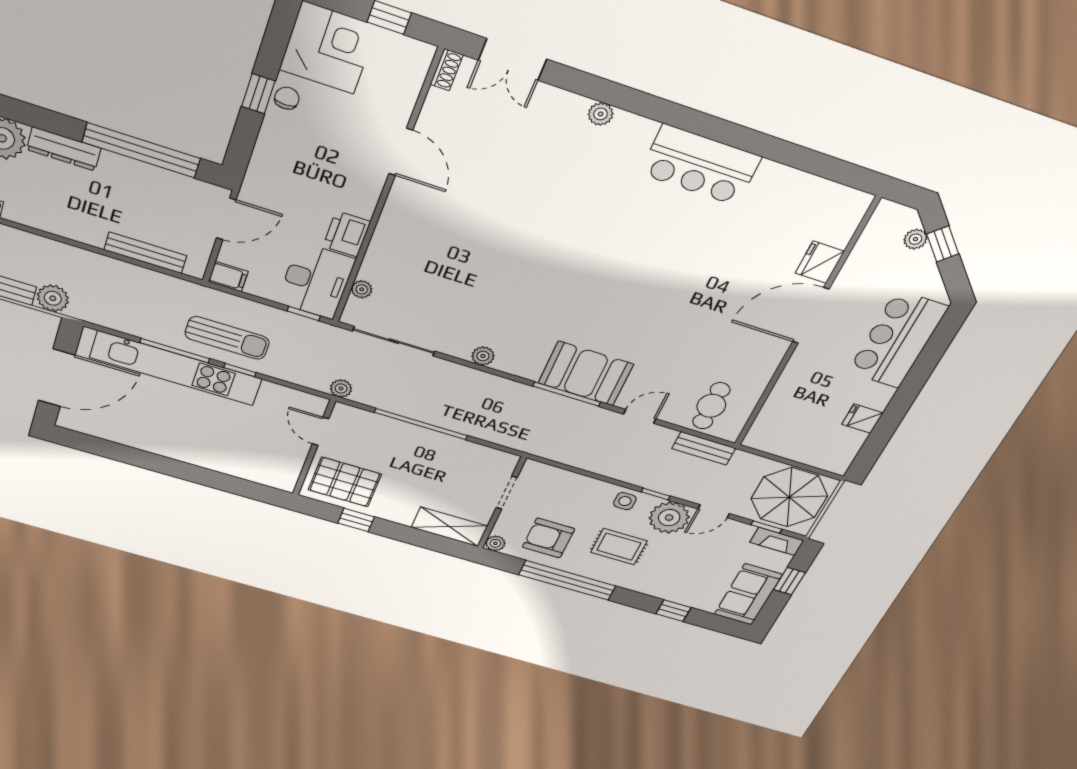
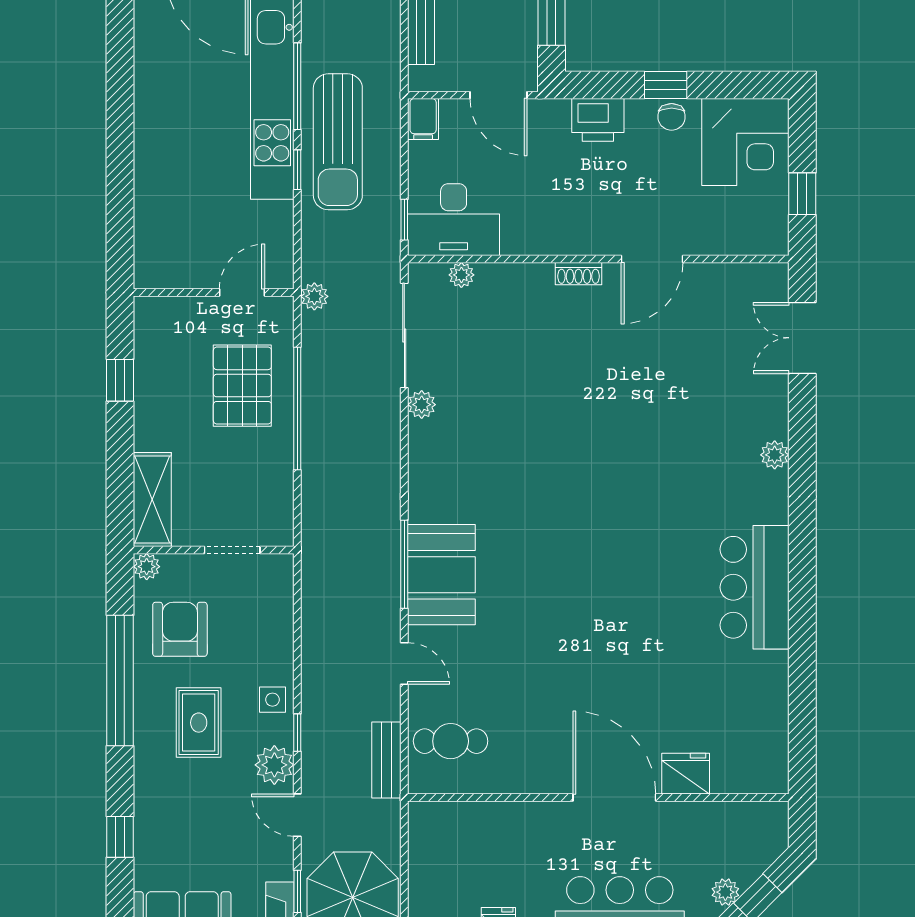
shoe rack: (447, 70) -> (578, 274), moved
chair: (287, 98) -> (672, 117), turned 90
printer: (347, 234) -> (598, 120), moved, turned 180
plant: (915, 239) -> (725, 892), moved
sun lounger: (227, 338) -> (338, 142), width x1.36, depth x1.34
plant: (483, 356) -> (422, 405), moved
pallet: (345, 482) -> (242, 386), moved
plant: (669, 518) -> (274, 765), width x0.73, depth x0.73

